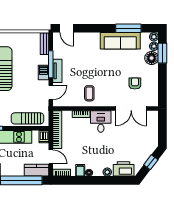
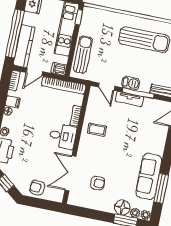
armchair: (149, 134) -> (37, 188), added
kitchen counter: (37, 170) -> (24, 46), width x1.50

